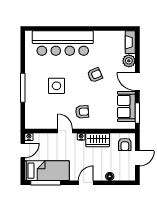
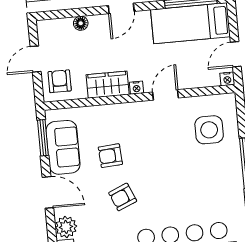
side table: (56, 86) -> (209, 130), moved
armchair: (82, 112) -> (110, 156), moved
door: (65, 131) -> (166, 95), swing flipped

